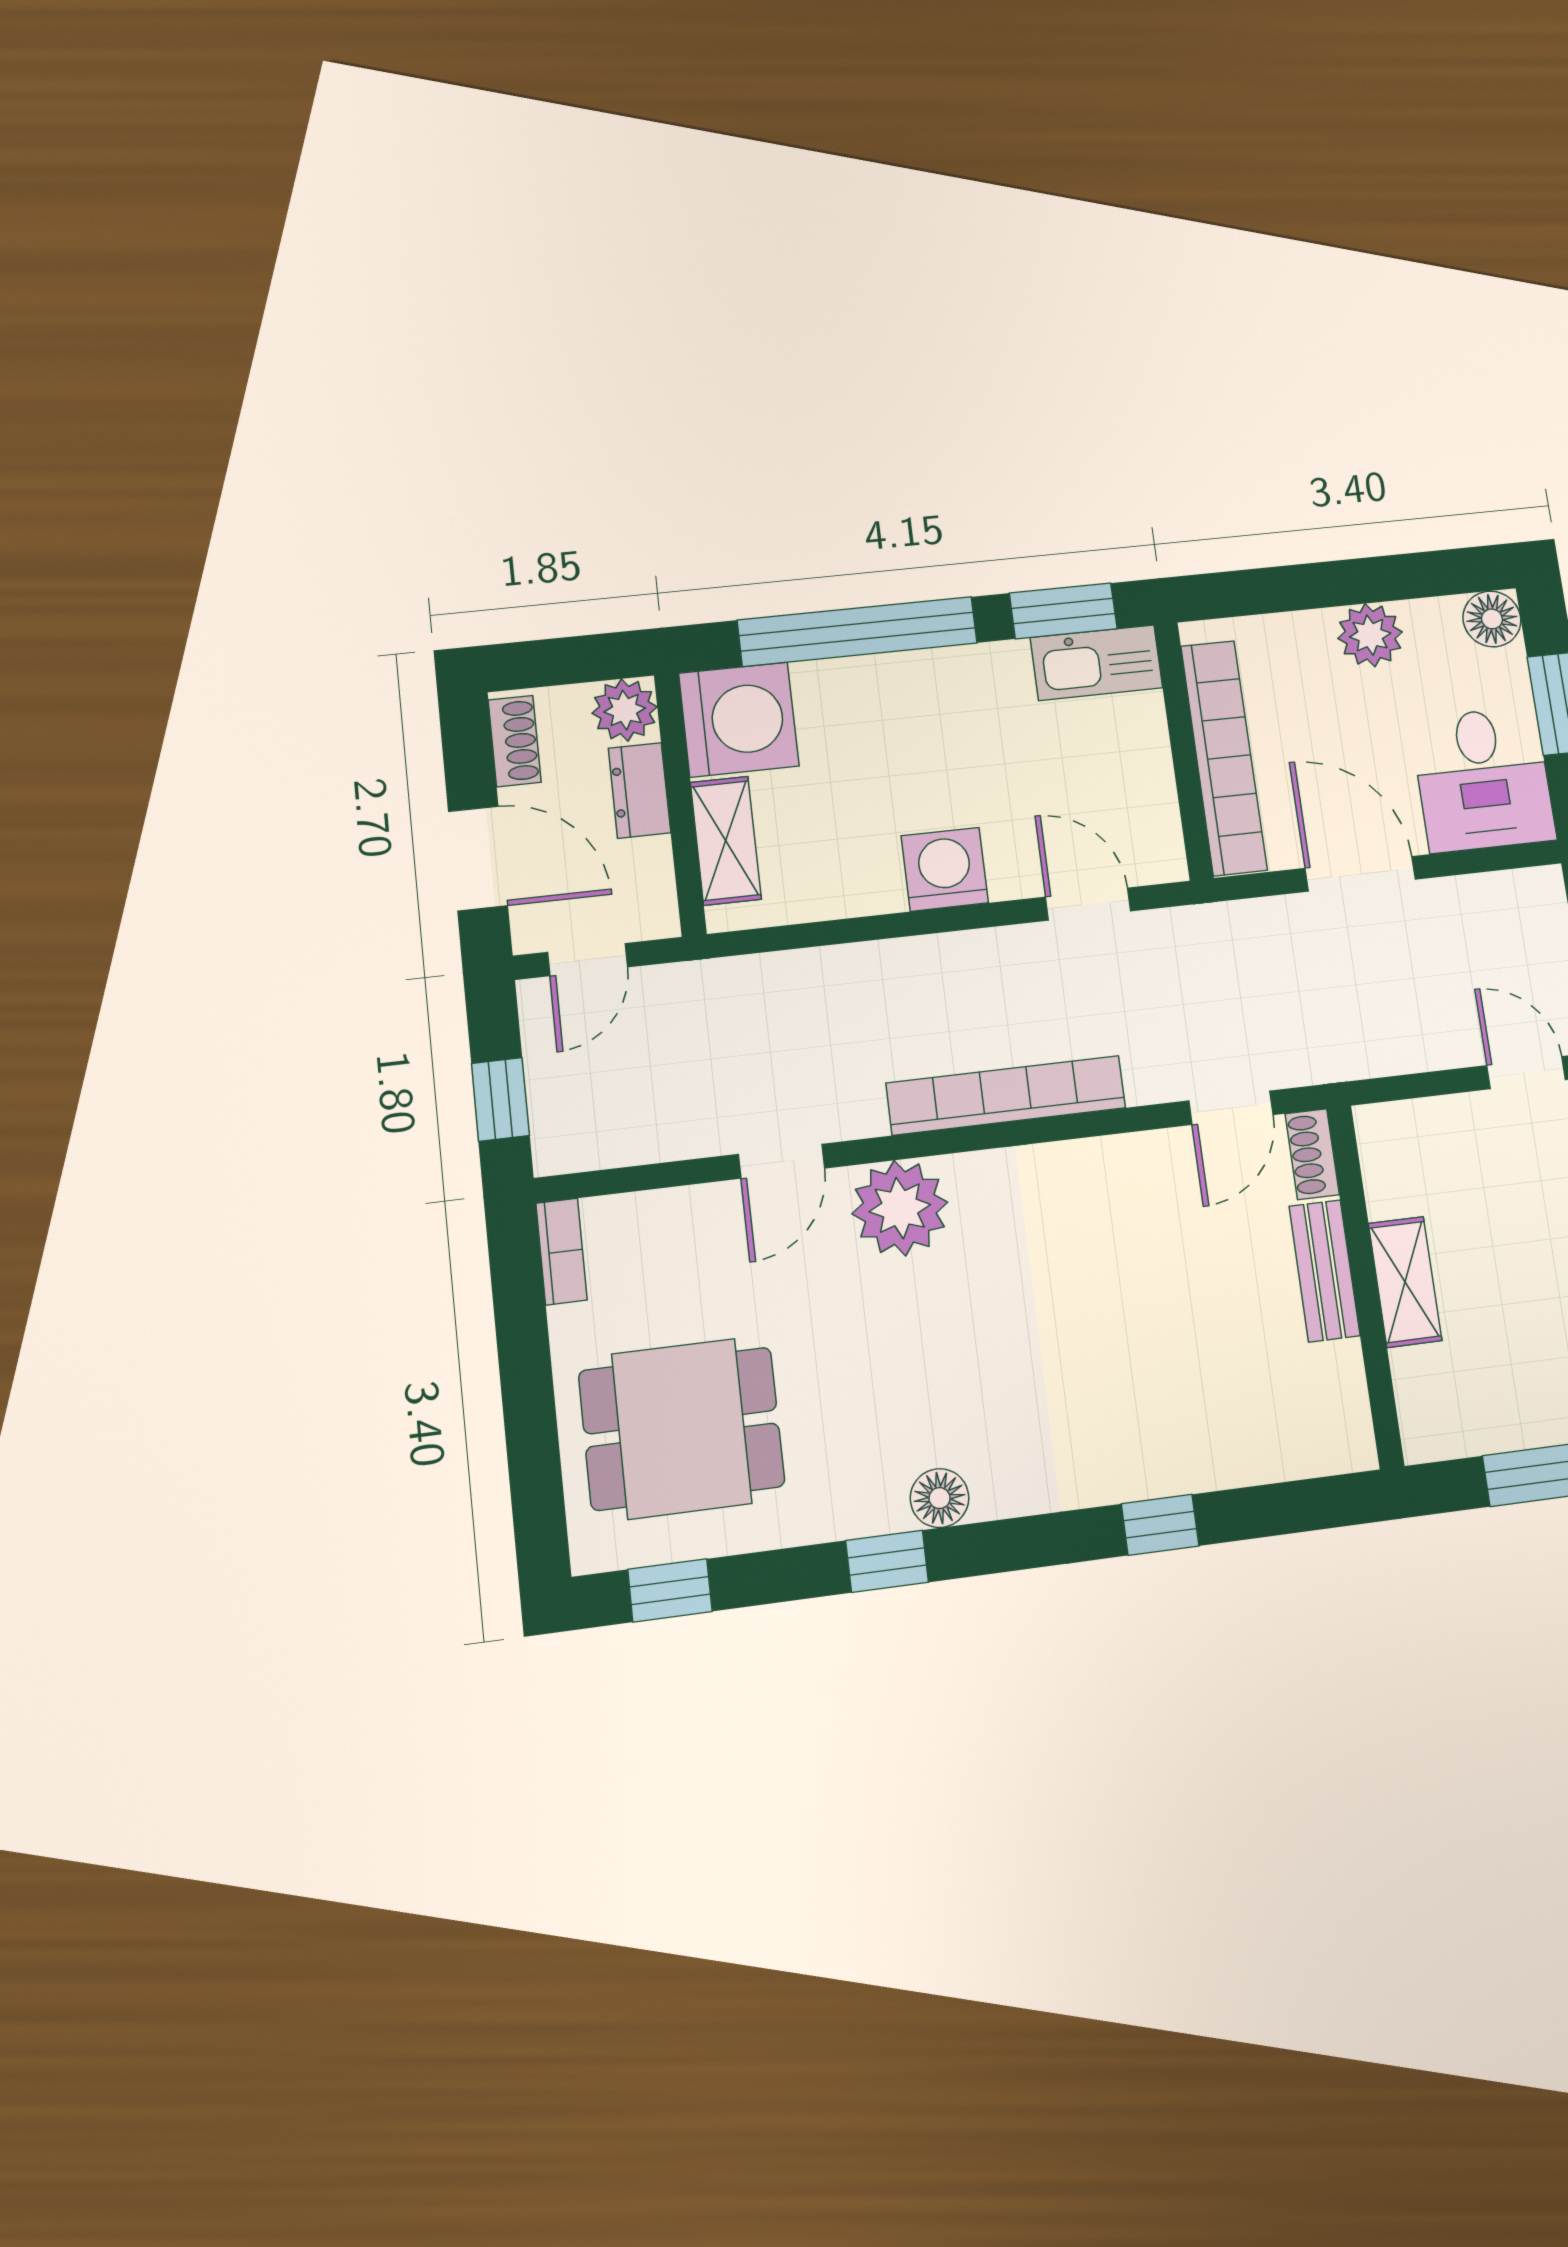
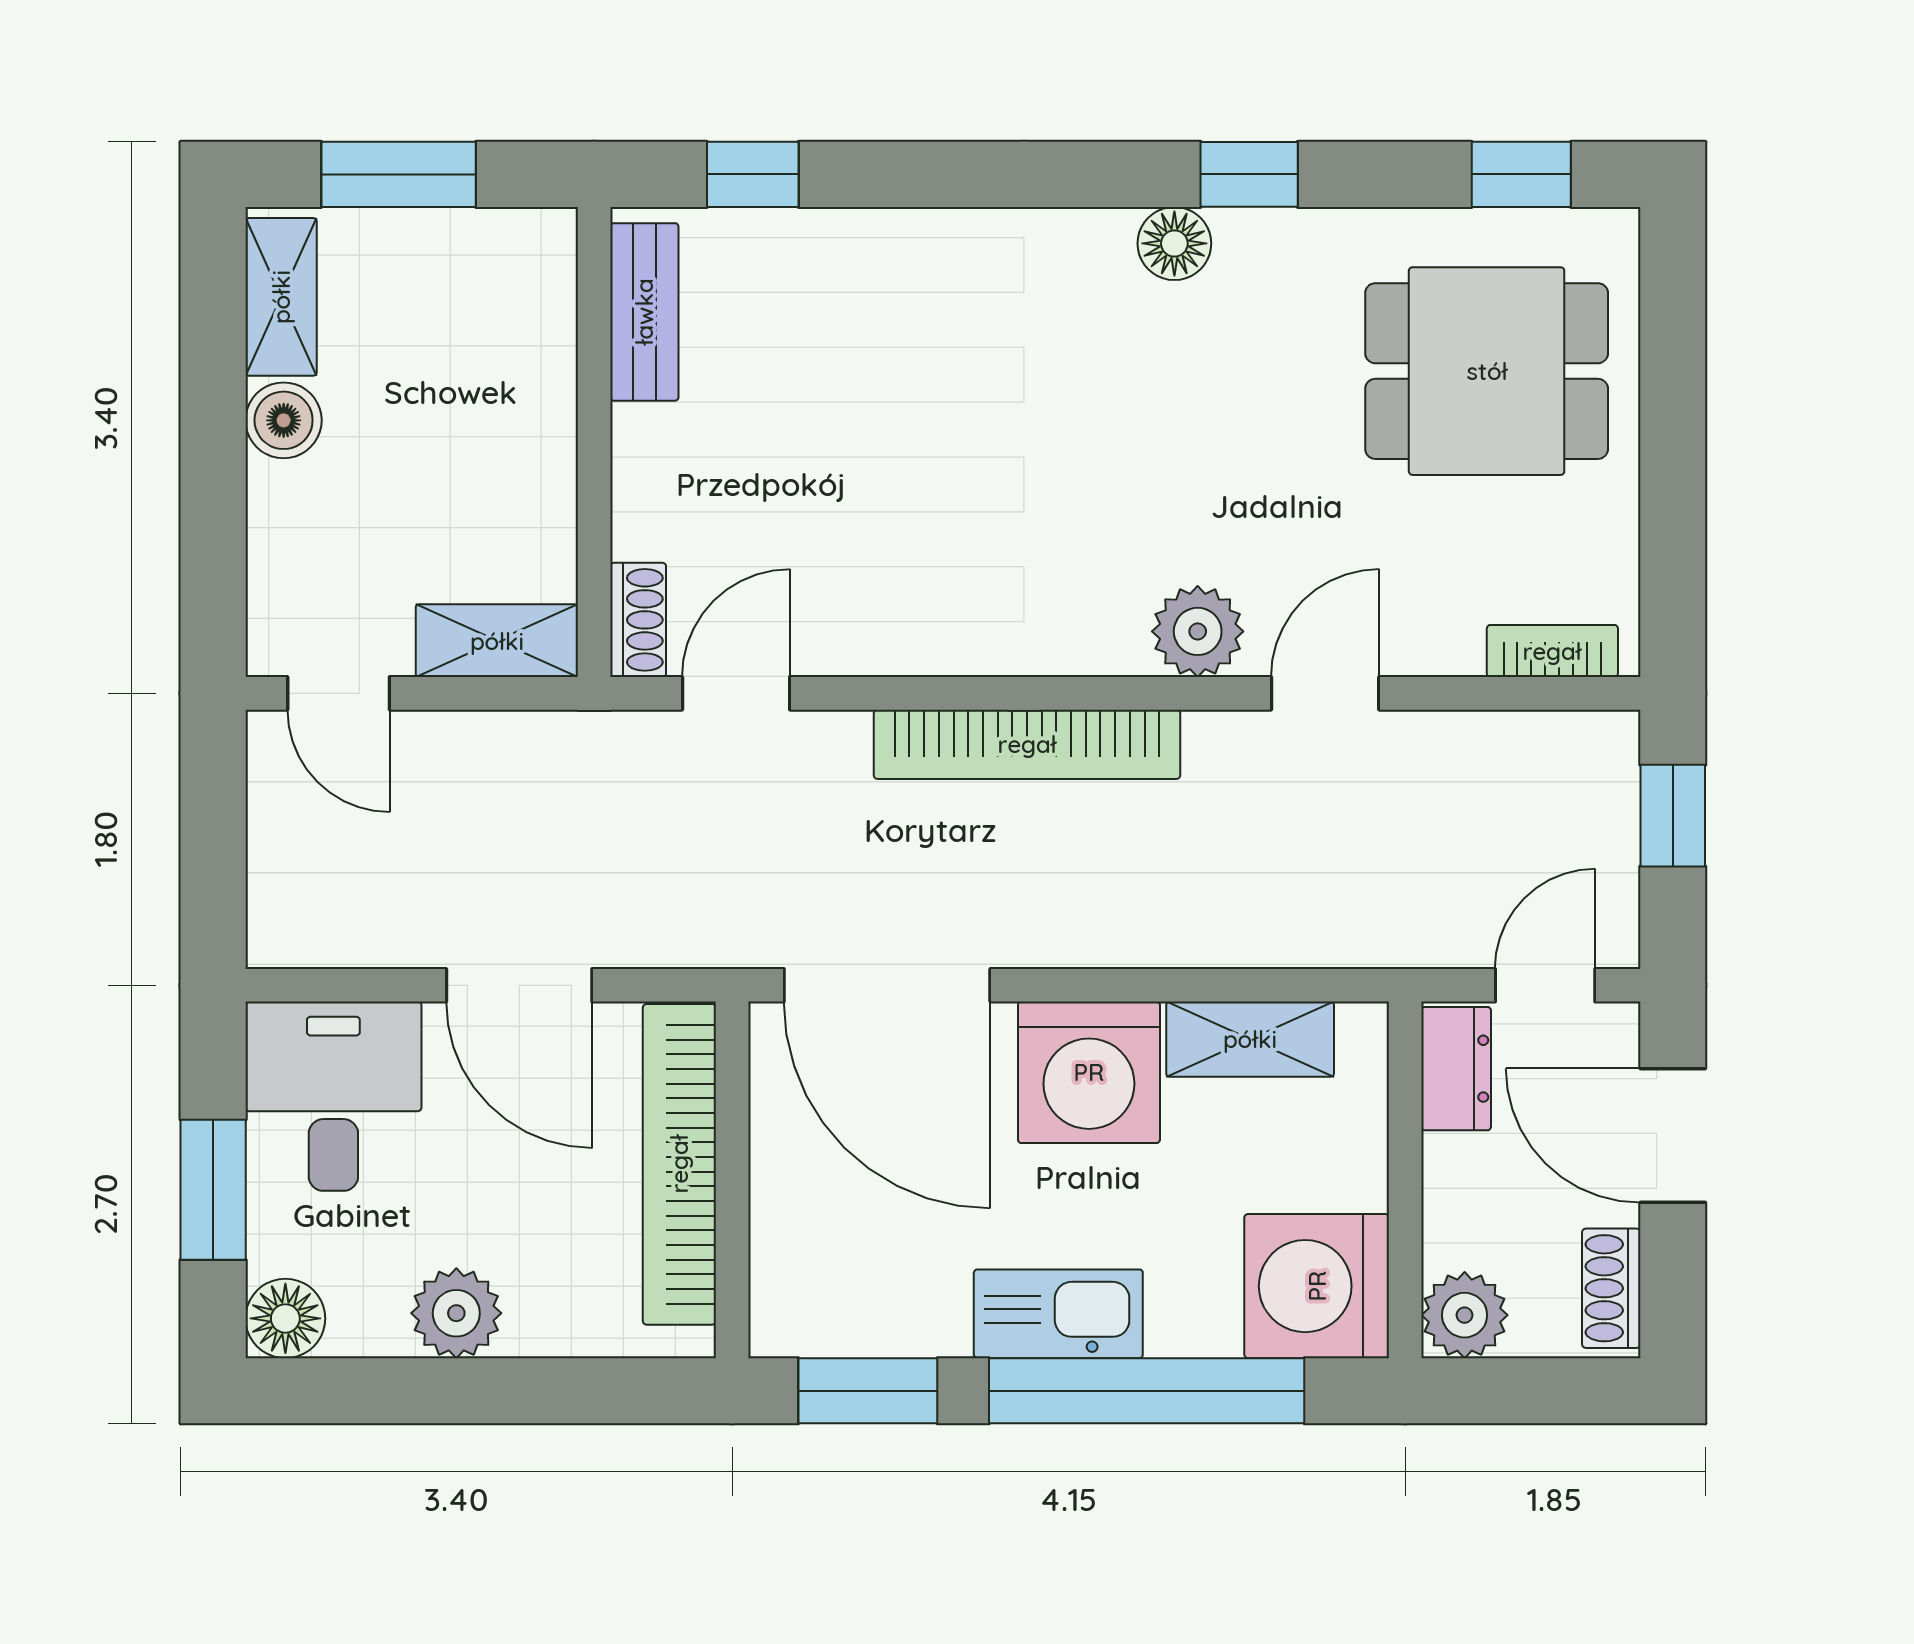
kitchen sink: (1096, 663) -> (1058, 1314), moved
dresser: (639, 790) -> (1456, 1069), moved
shelving: (726, 841) -> (1250, 1039), moved, turned 90
washing machine: (945, 869) -> (1089, 1072), width x1.37, depth x1.37
door: (1088, 904) -> (887, 985), width x1.88
plant: (900, 1208) -> (1198, 631), width x0.73, depth x0.73
bookcase: (562, 1252) -> (1552, 651), moved, turned 90
bench: (1324, 1271) -> (644, 312), moved
shelving: (1405, 1282) -> (497, 641), moved, turned 90
window: (1160, 1525) -> (753, 174), moved

